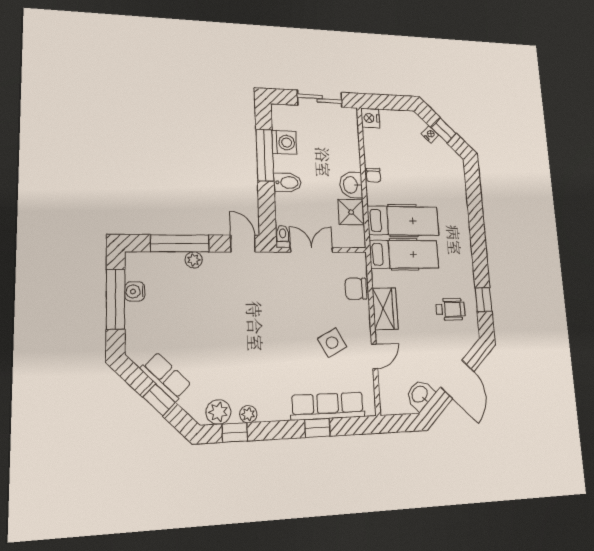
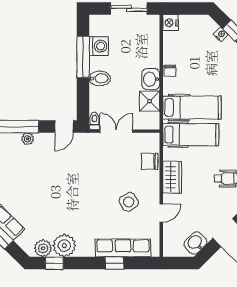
door: (243, 244) -> (64, 127), swing flipped
plant: (248, 414) -> (64, 246), width x1.87, depth x1.87

